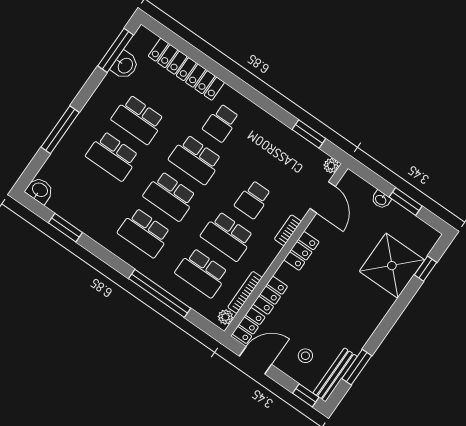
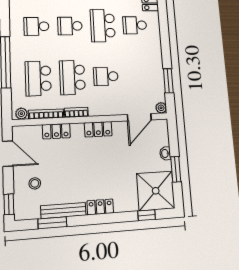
school desk: (170, 196) -> (70, 26), width x0.54
bookcase: (288, 230) -> (76, 112), moved
school desk: (144, 233) -> (36, 26), width x0.54
shower: (392, 266) -> (156, 191), moved
locker: (249, 326) -> (100, 207), moved, turned 180
bench: (335, 375) -> (63, 211), moved

